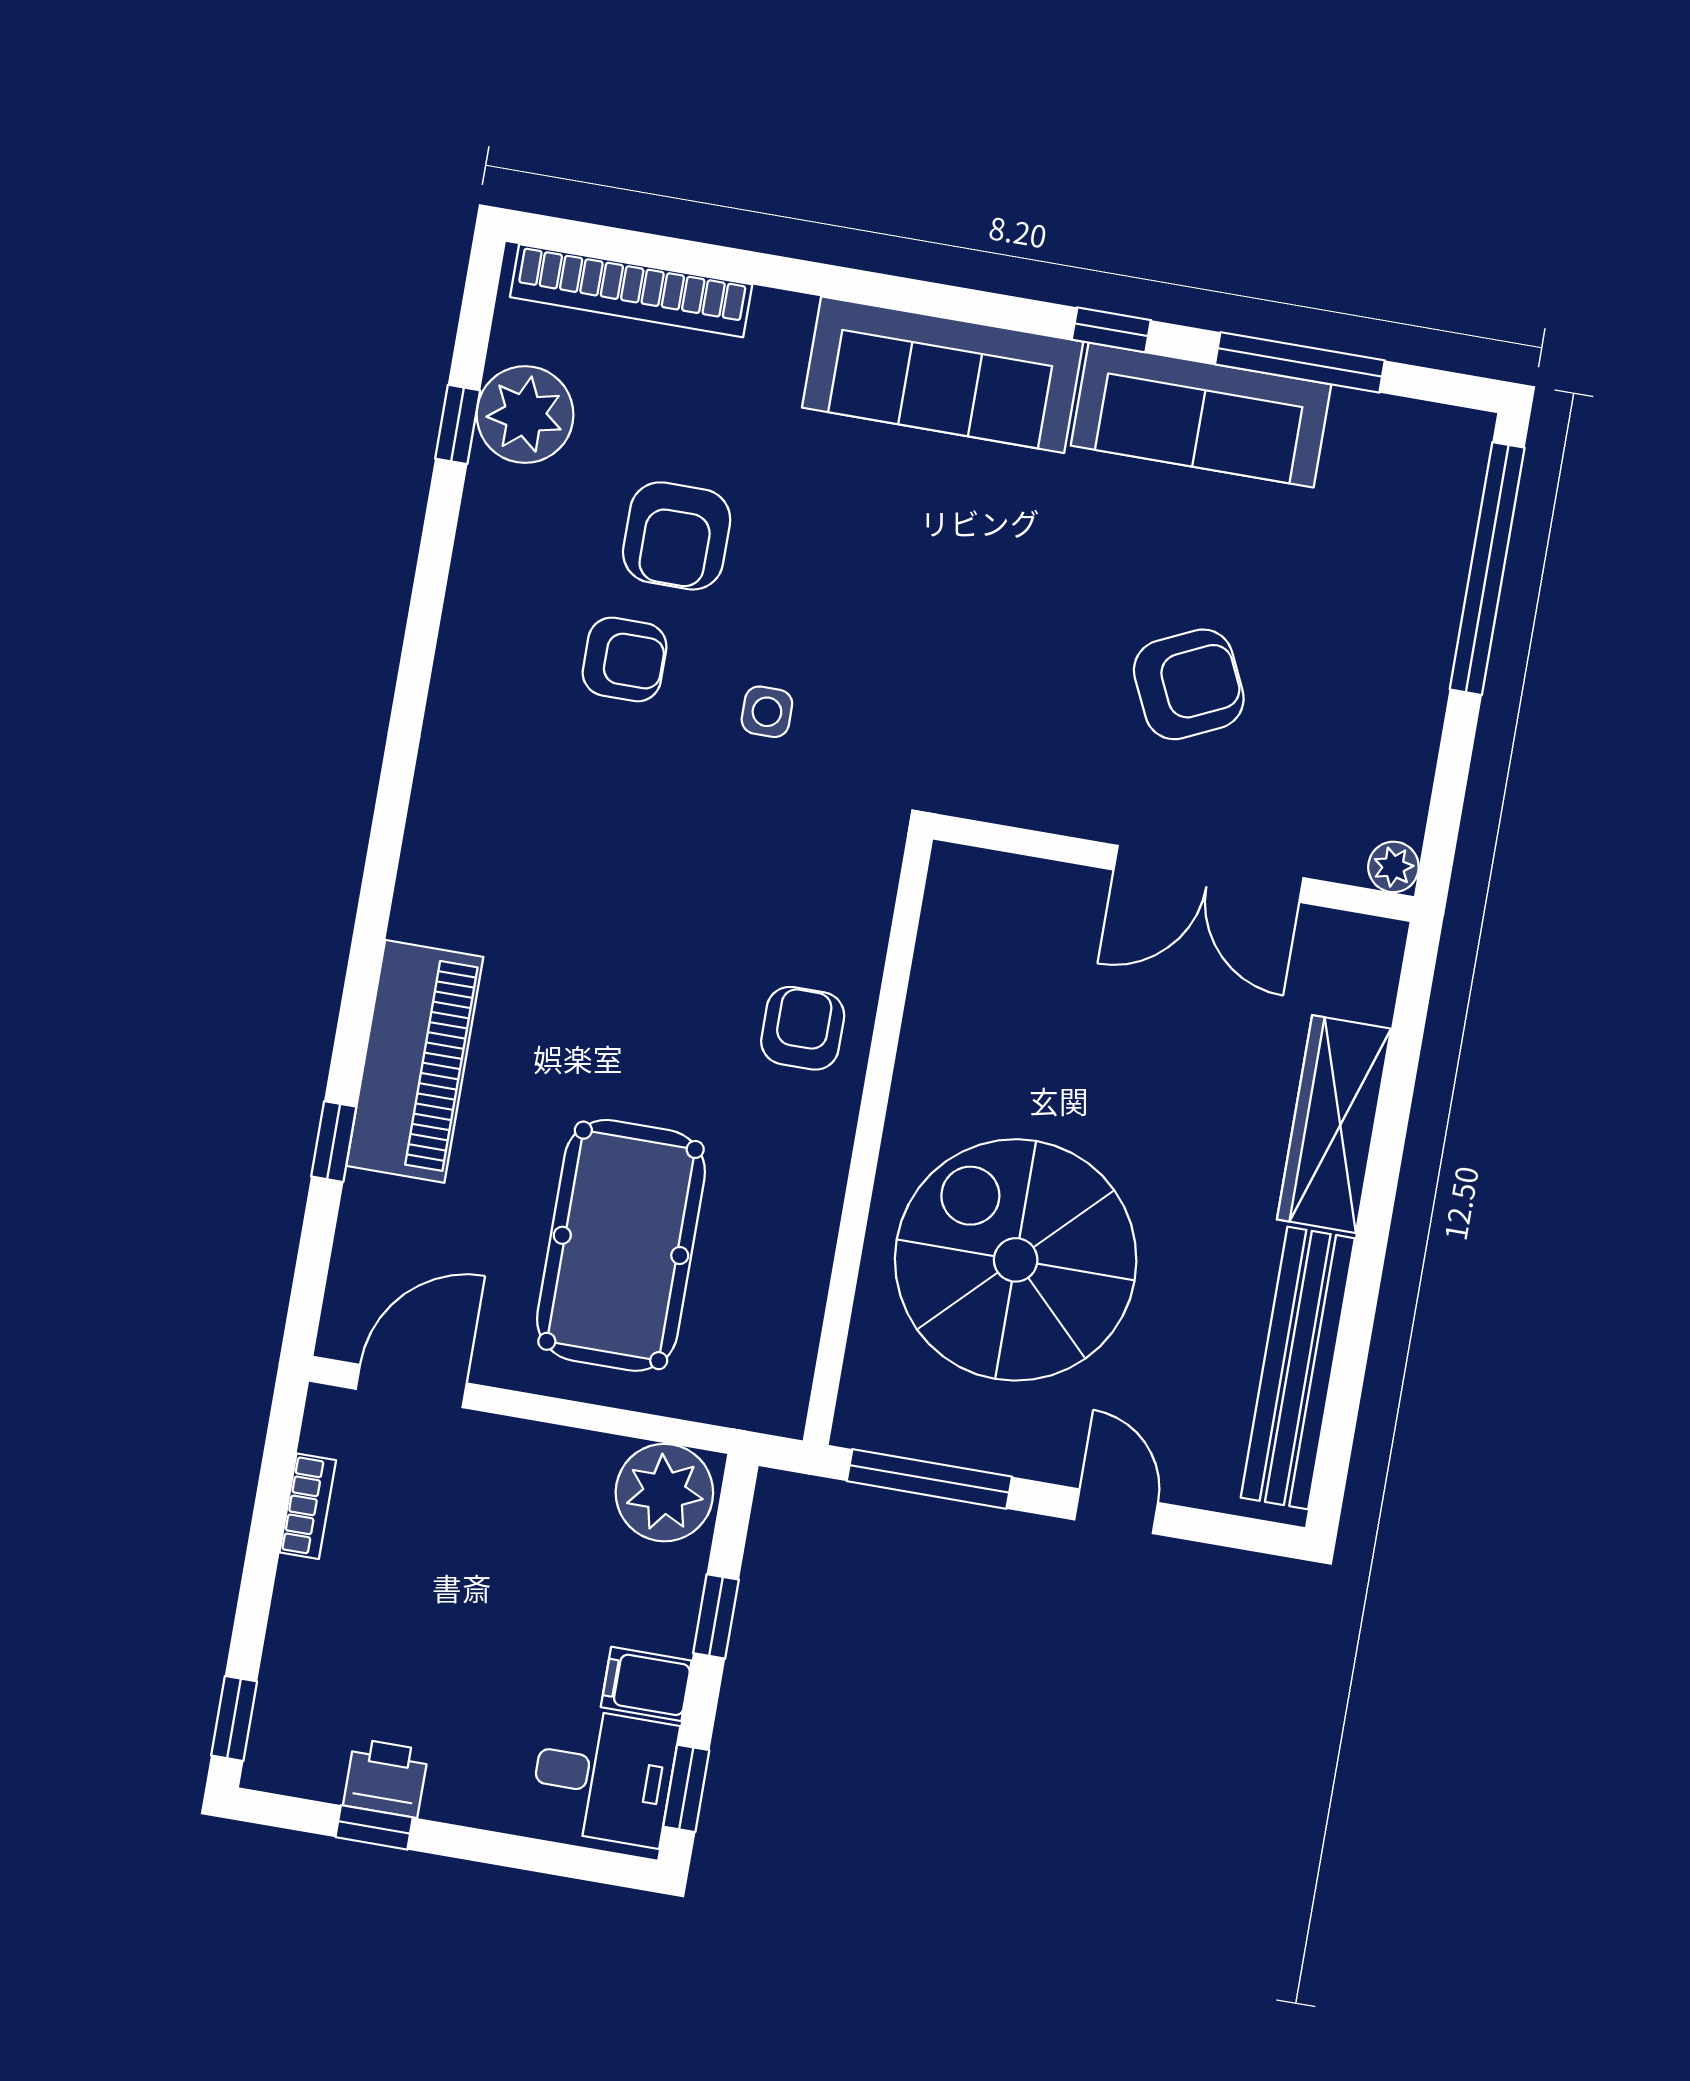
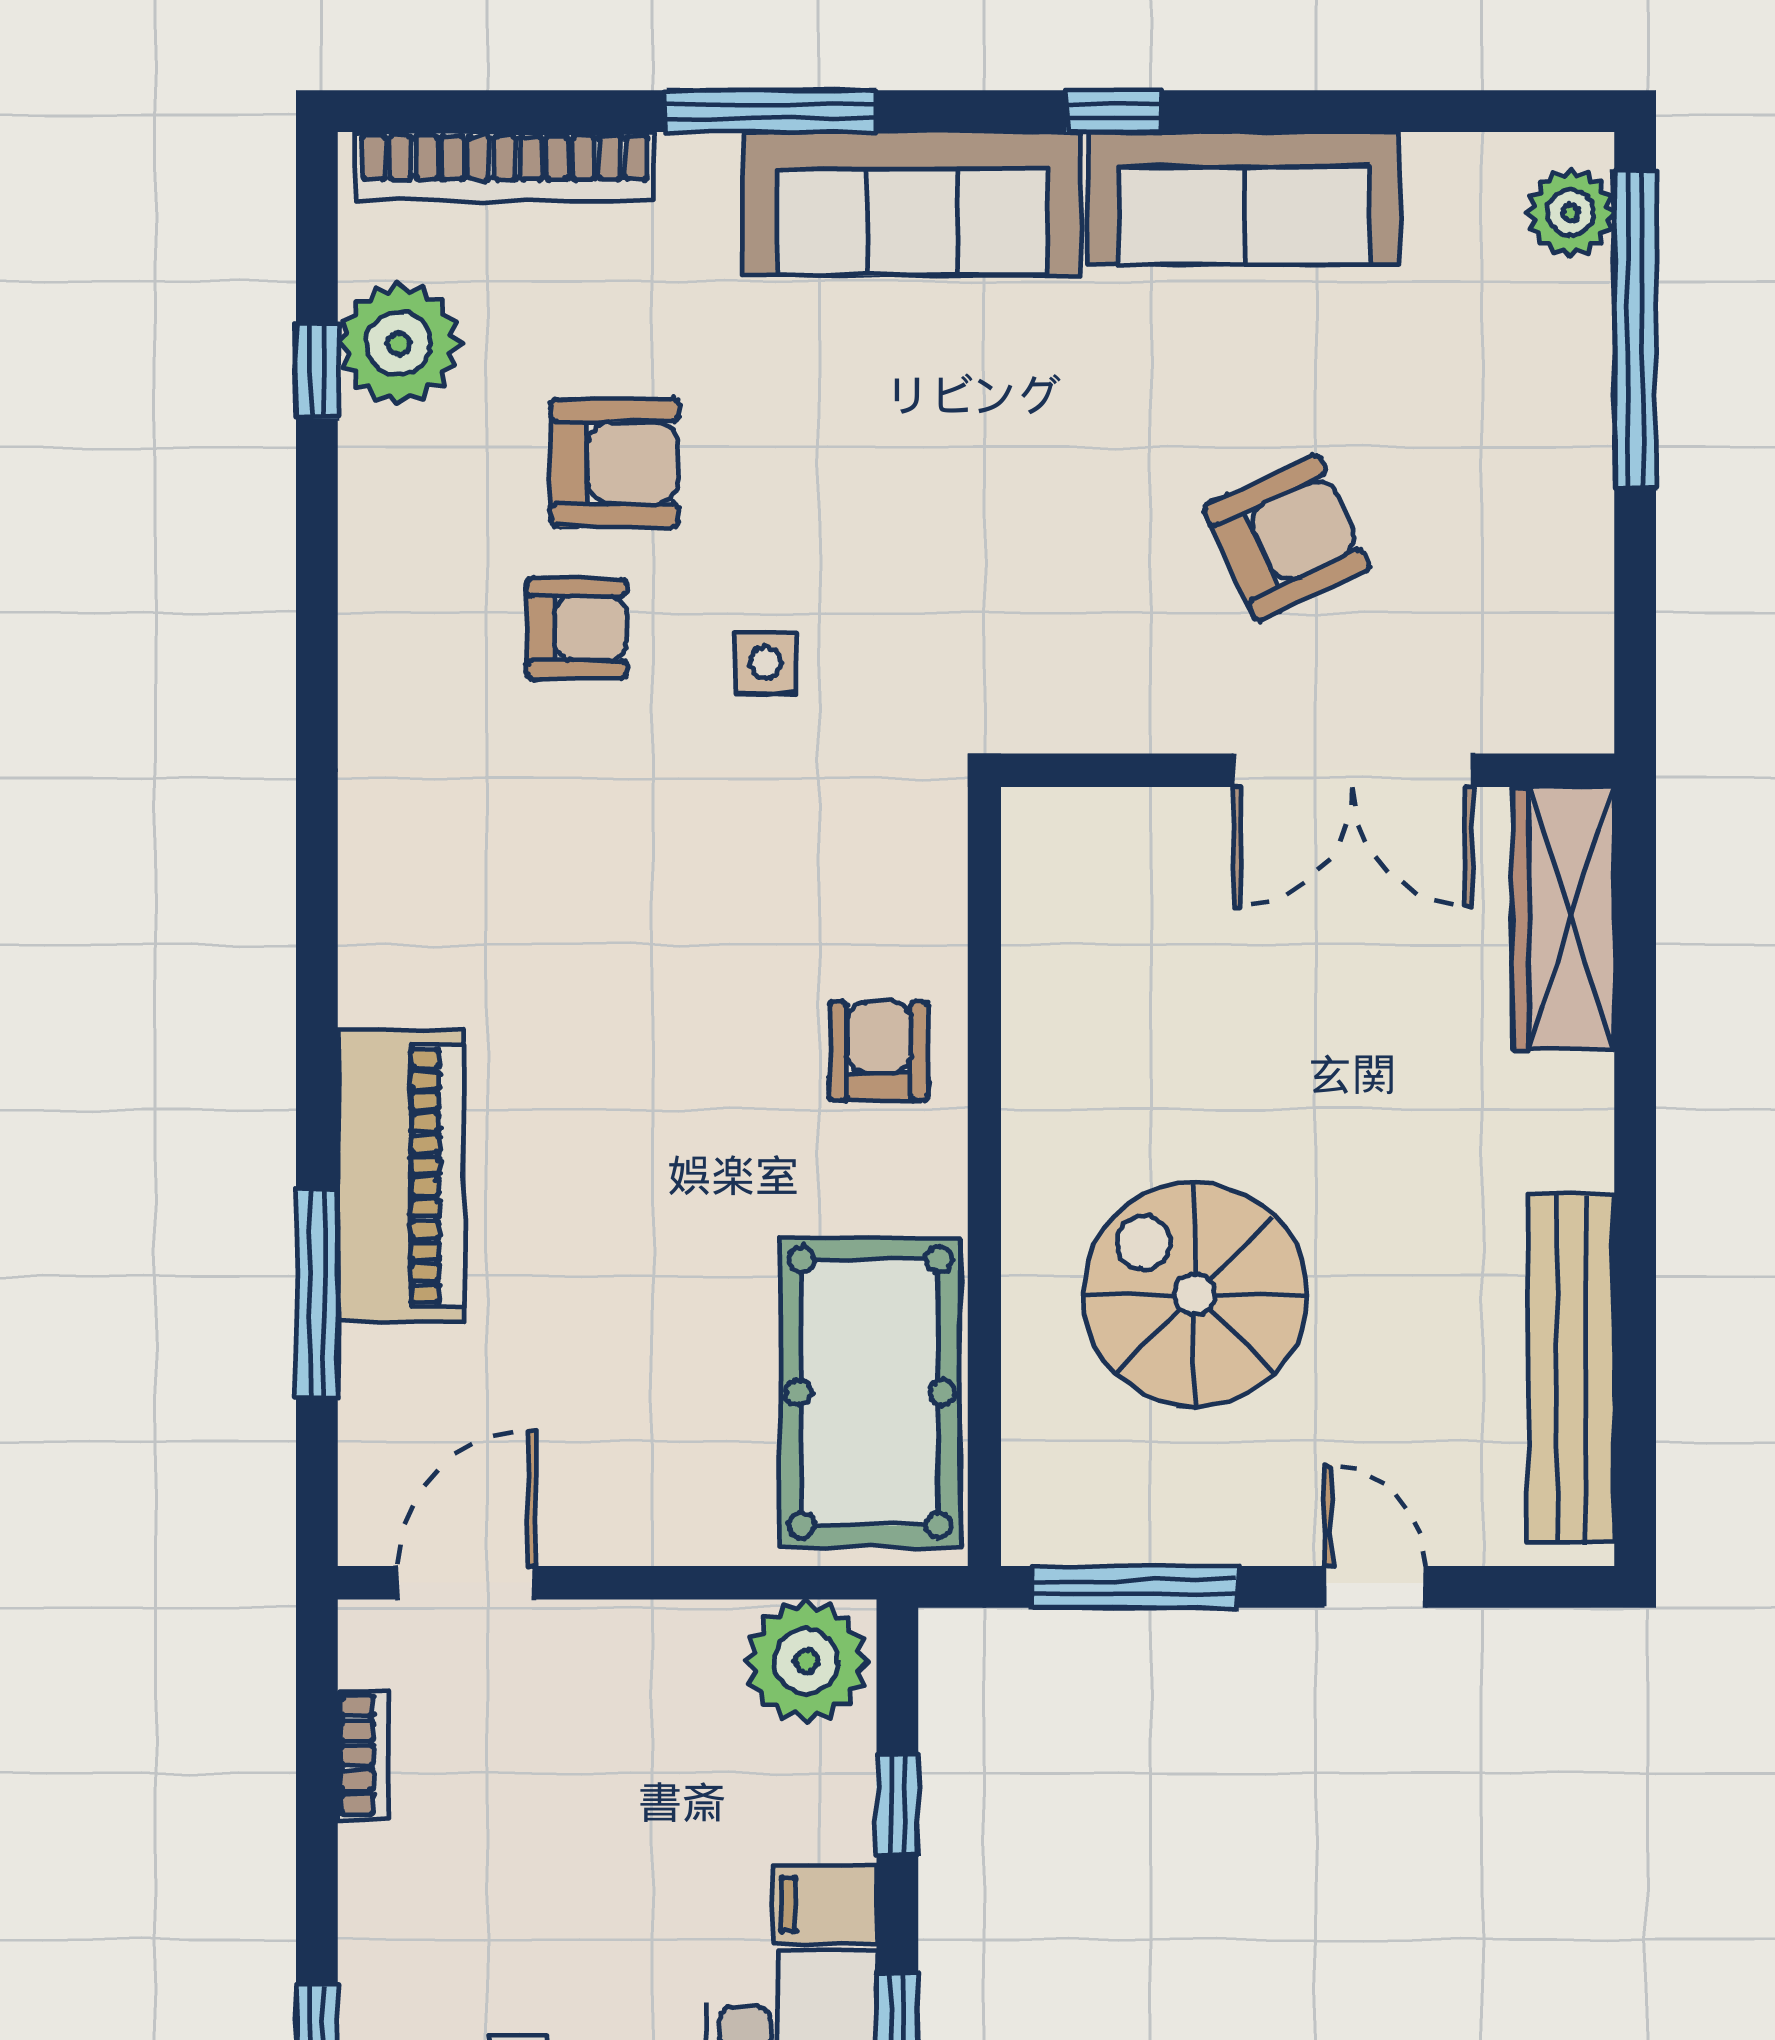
window: (1300, 362) -> (770, 111), moved
armchair: (677, 536) -> (615, 463), turned -90
plant: (1393, 867) -> (1570, 213), moved, width x1.38, depth x1.38
wardrobe: (1334, 1124) -> (1564, 918), moved
window: (334, 1142) -> (317, 1294), width x2.17
pool table: (621, 1245) -> (870, 1392), moved
spiral stairs: (1016, 1260) -> (1195, 1295), width x0.73, depth x0.73

